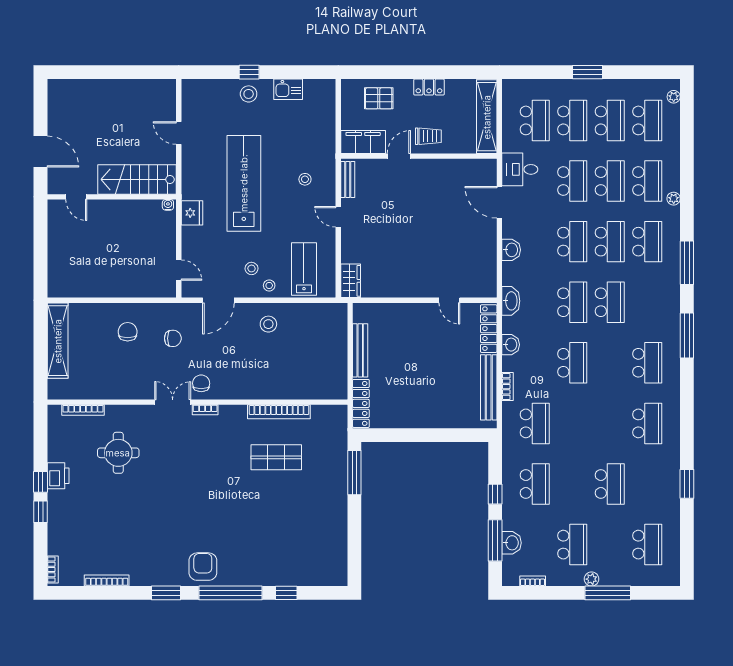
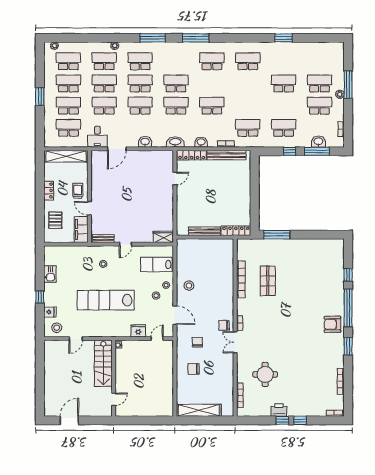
fridge: (224, 89) -> (50, 312), added
stool: (249, 94) -> (57, 328), moved
door: (41, 151) -> (69, 420), moved
fridge: (192, 213) -> (138, 331), moved
school desk: (647, 545) -> (319, 83), moved

